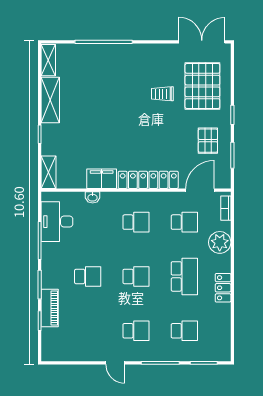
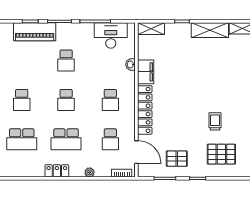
pallet: (202, 86) -> (221, 154), width x0.73, depth x0.71
plant: (220, 242) -> (90, 172), width x0.53, depth x0.53
piano: (50, 308) -> (35, 32), width x1.37, depth x1.33
school desk: (184, 331) -> (22, 139), width x1.85

